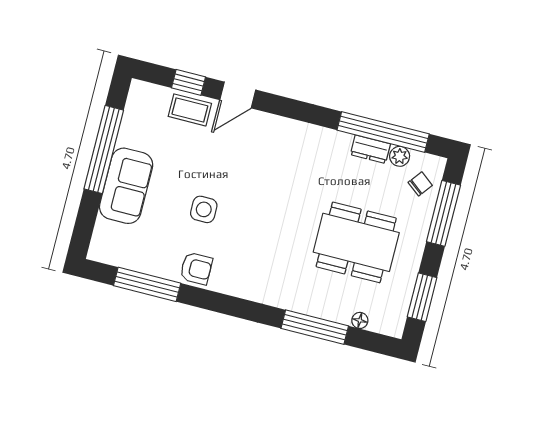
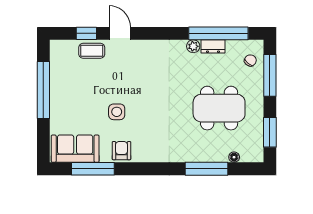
door: (238, 95) -> (120, 33), swing flipped
plant: (400, 156) -> (193, 46), moved
sofa: (126, 186) -> (75, 149), moved, turned -90
armchair: (196, 268) -> (121, 151), turned -90

